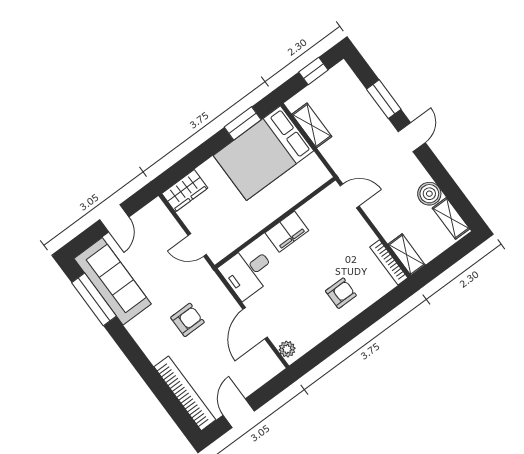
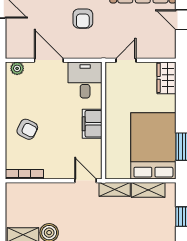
door: (350, 196) -> (85, 181), swing flipped
shelving: (407, 255) -> (115, 189), moved
armchair: (341, 293) -> (27, 129), turned -64

